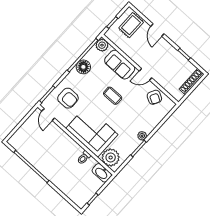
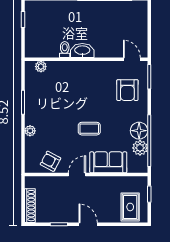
door: (157, 30) -> (88, 224), moved
plant: (102, 45) -> (140, 148), moved
armchair: (68, 98) -> (127, 90), turned -90
corner sofa: (92, 132) -> (79, 80), removed
plant: (142, 136) -> (30, 131), moved
plant: (111, 157) -> (41, 67), width x0.53, depth x0.53
washbasin: (102, 173) -> (82, 51), moved

